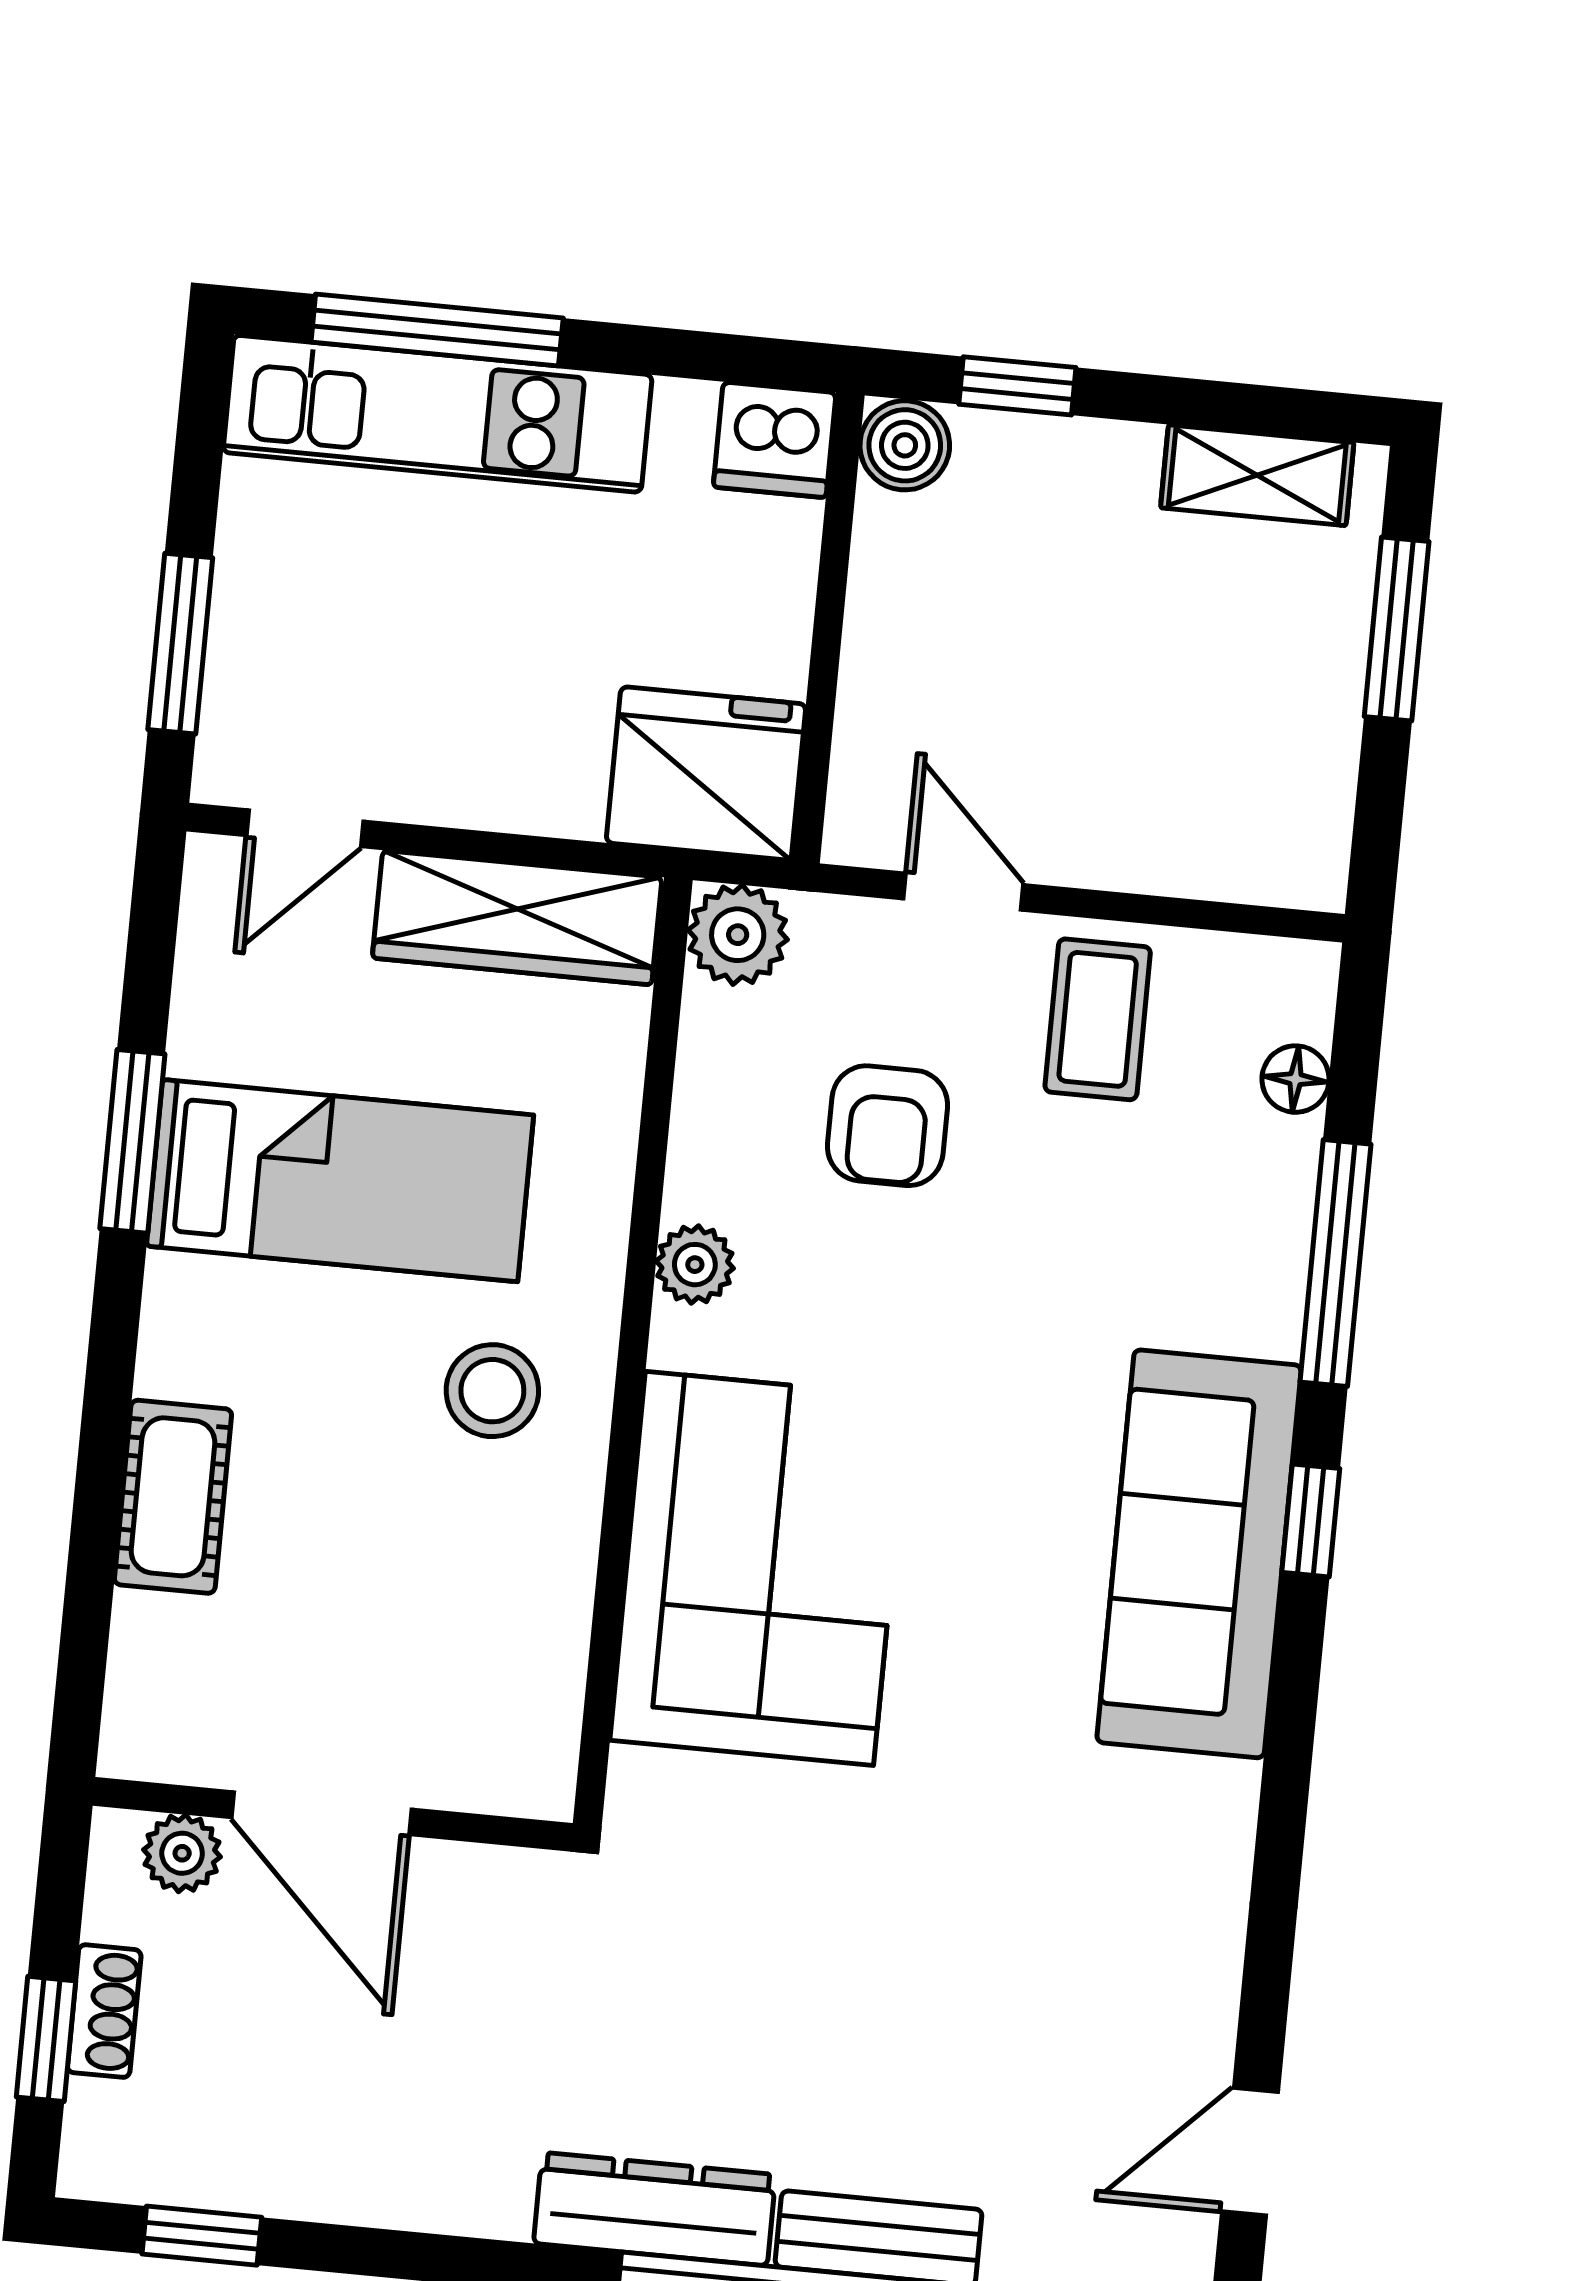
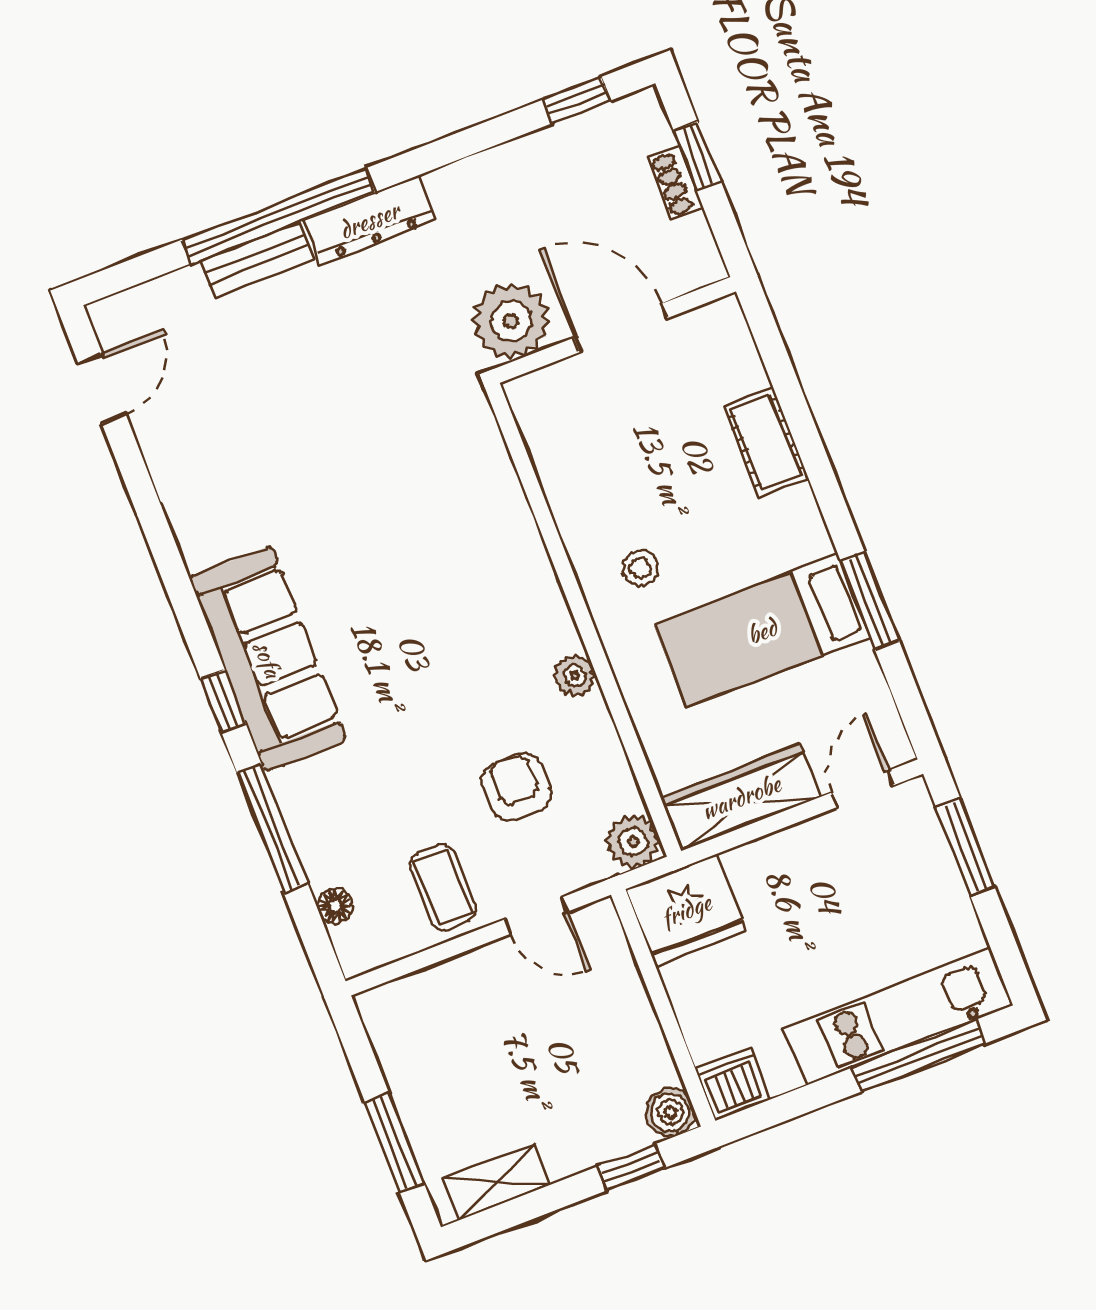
stool: (492, 1391) -> (640, 568), width x0.73, depth x0.73
corner sofa: (759, 1568) -> (472, 547), removed
plant: (182, 1853) -> (511, 321), moved, width x1.87, depth x1.87

